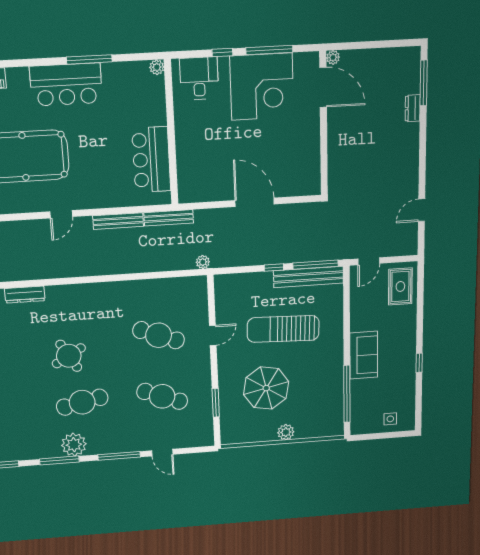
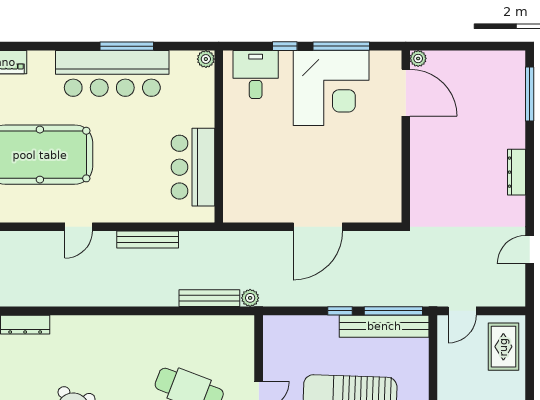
bar counter: (66, 85) -> (112, 73), width x1.36
dresser: (413, 108) -> (517, 172), moved, width x1.44
door: (255, 202) -> (318, 227), swing flipped
bench: (169, 218) -> (209, 298), moved

